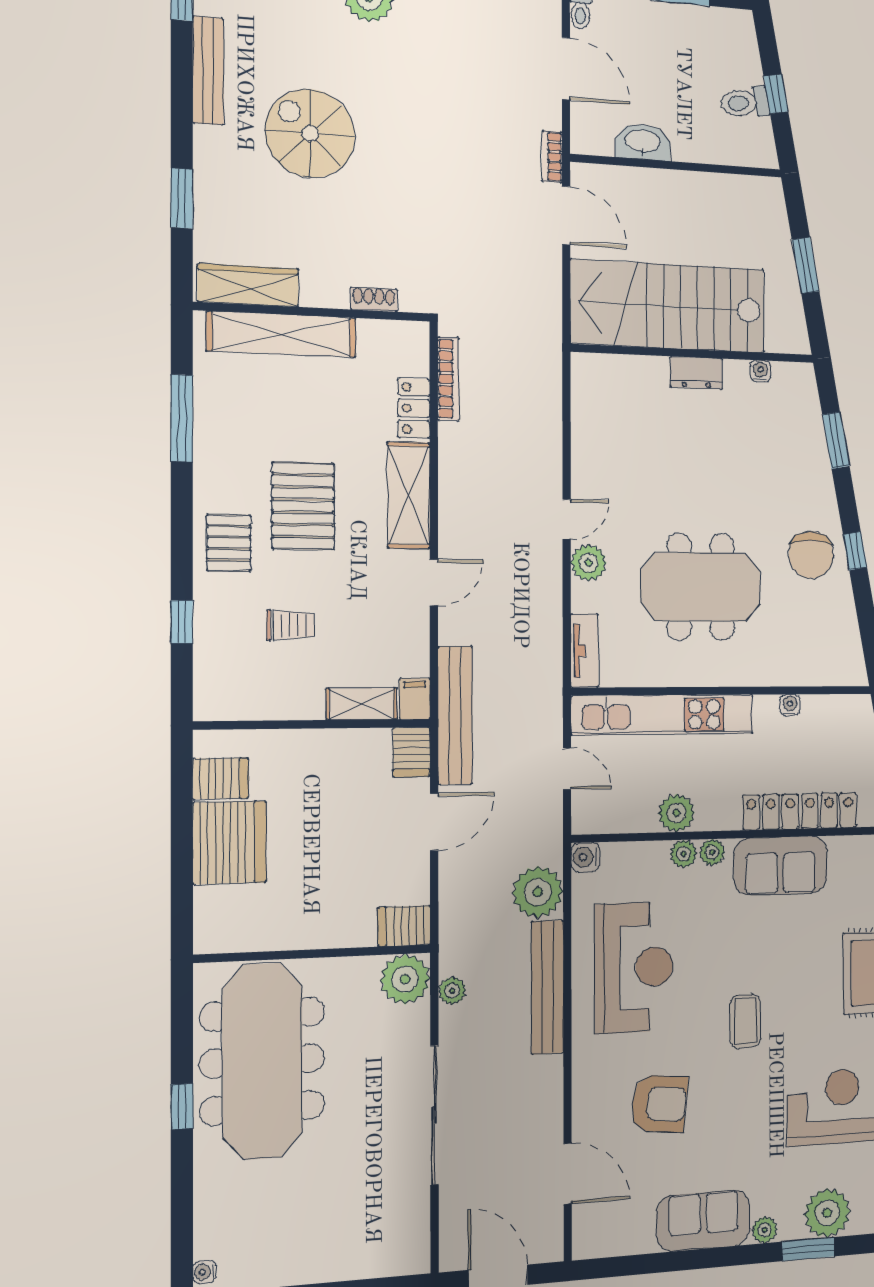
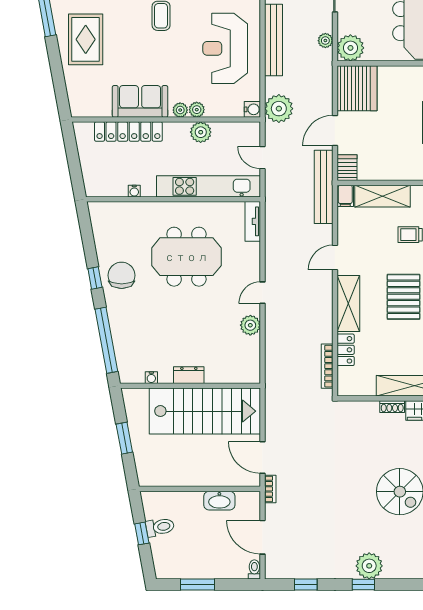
shoe rack: (374, 299) -> (392, 407), moved
window: (836, 440) -> (106, 340), width x2.11
plant: (589, 563) -> (250, 325), moved
shelving: (362, 704) -> (382, 196), width x1.50, depth x1.33
plant: (538, 892) -> (279, 109), moved
server rack: (404, 926) -> (357, 88), width x2.18, depth x1.44

